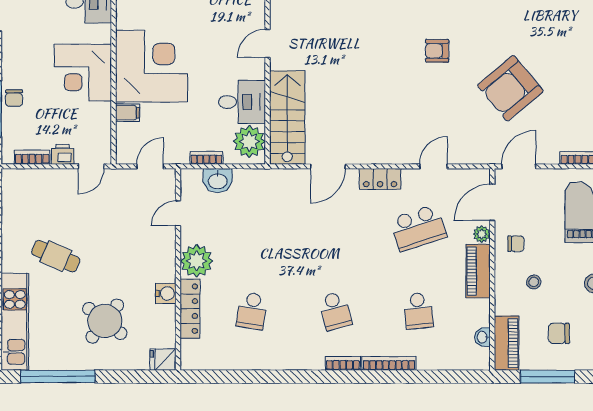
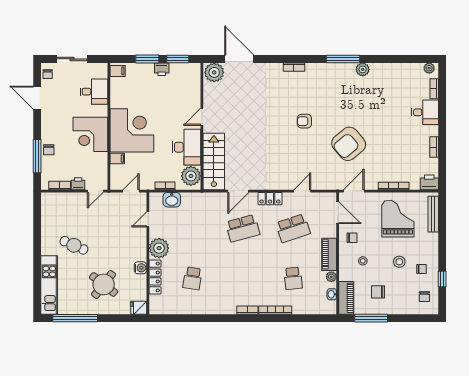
desk: (242, 102) -> (186, 147), width x1.37
door: (492, 202) -> (338, 213), swing flipped
plant: (482, 234) -> (331, 277), moved
school desk: (335, 311) -> (243, 228), moved, width x1.85

